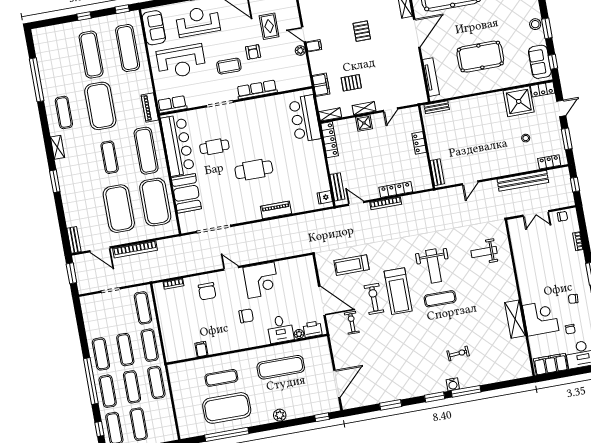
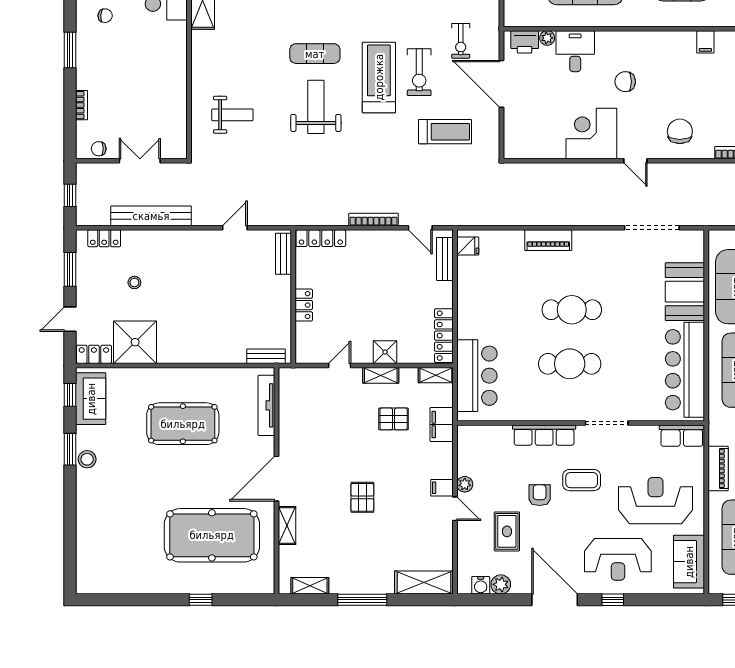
piano: (150, 108) -> (718, 468), moved
cafe table: (214, 147) -> (570, 364), moved, width x1.37, depth x1.35
locker: (396, 190) -> (321, 238), moved

